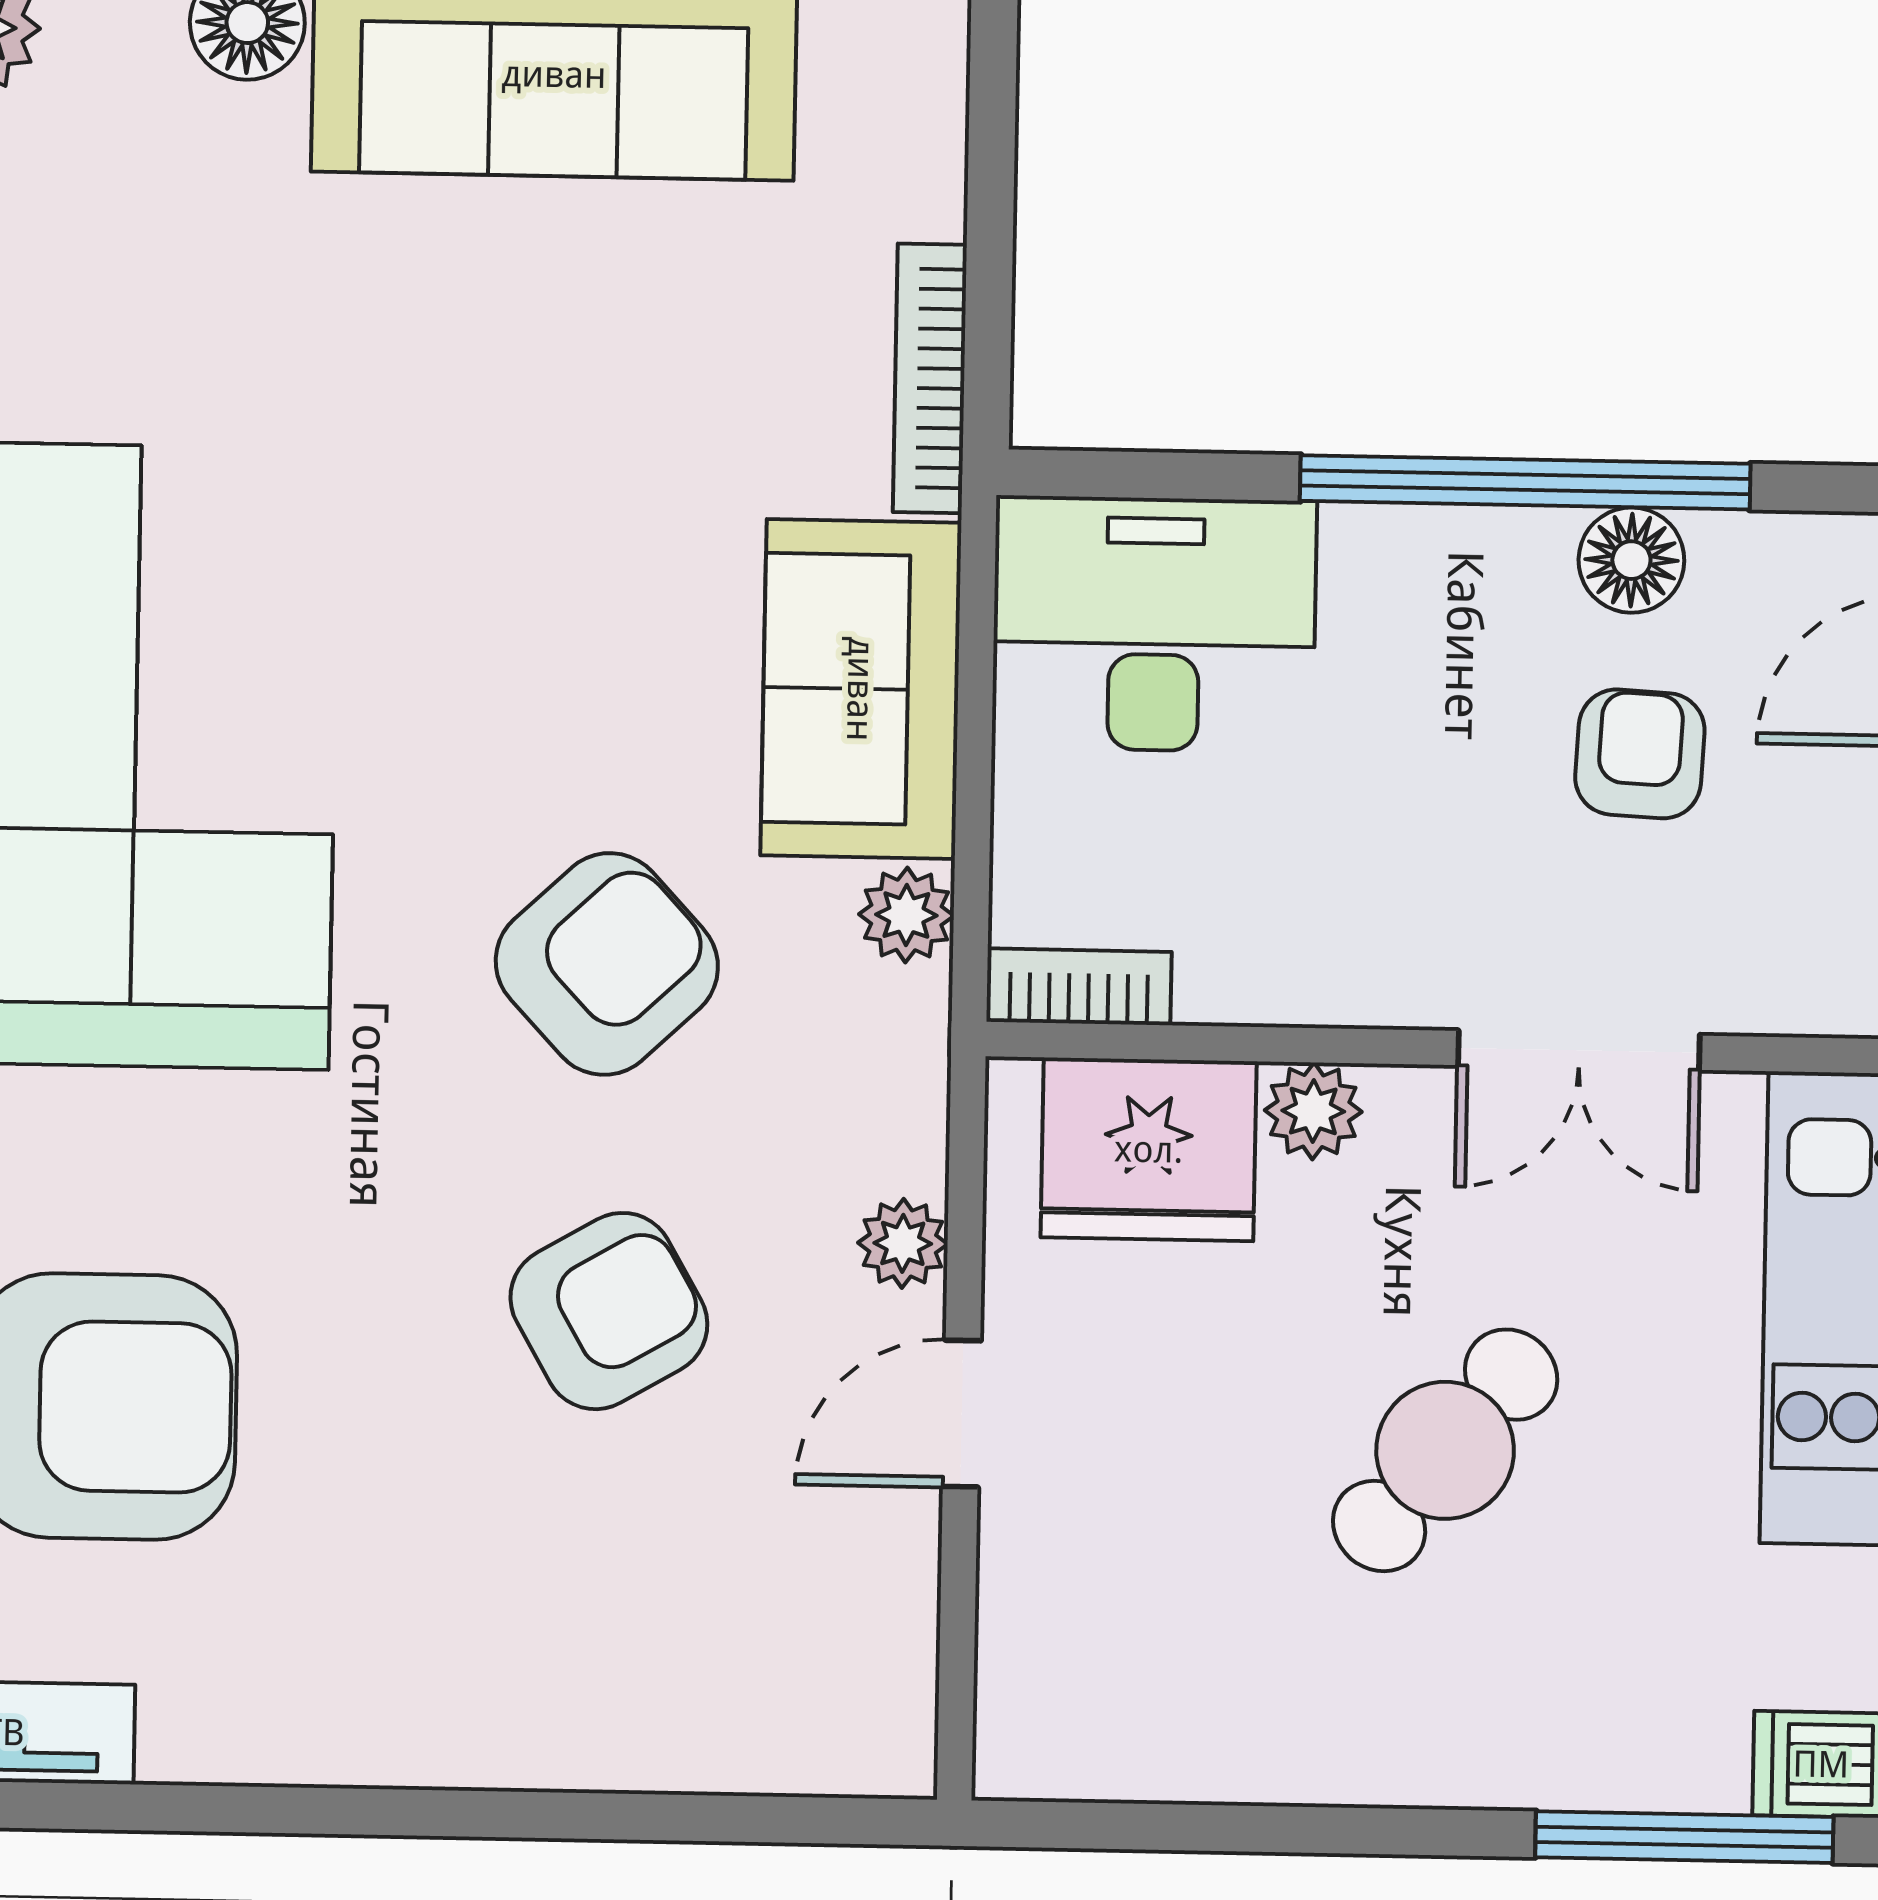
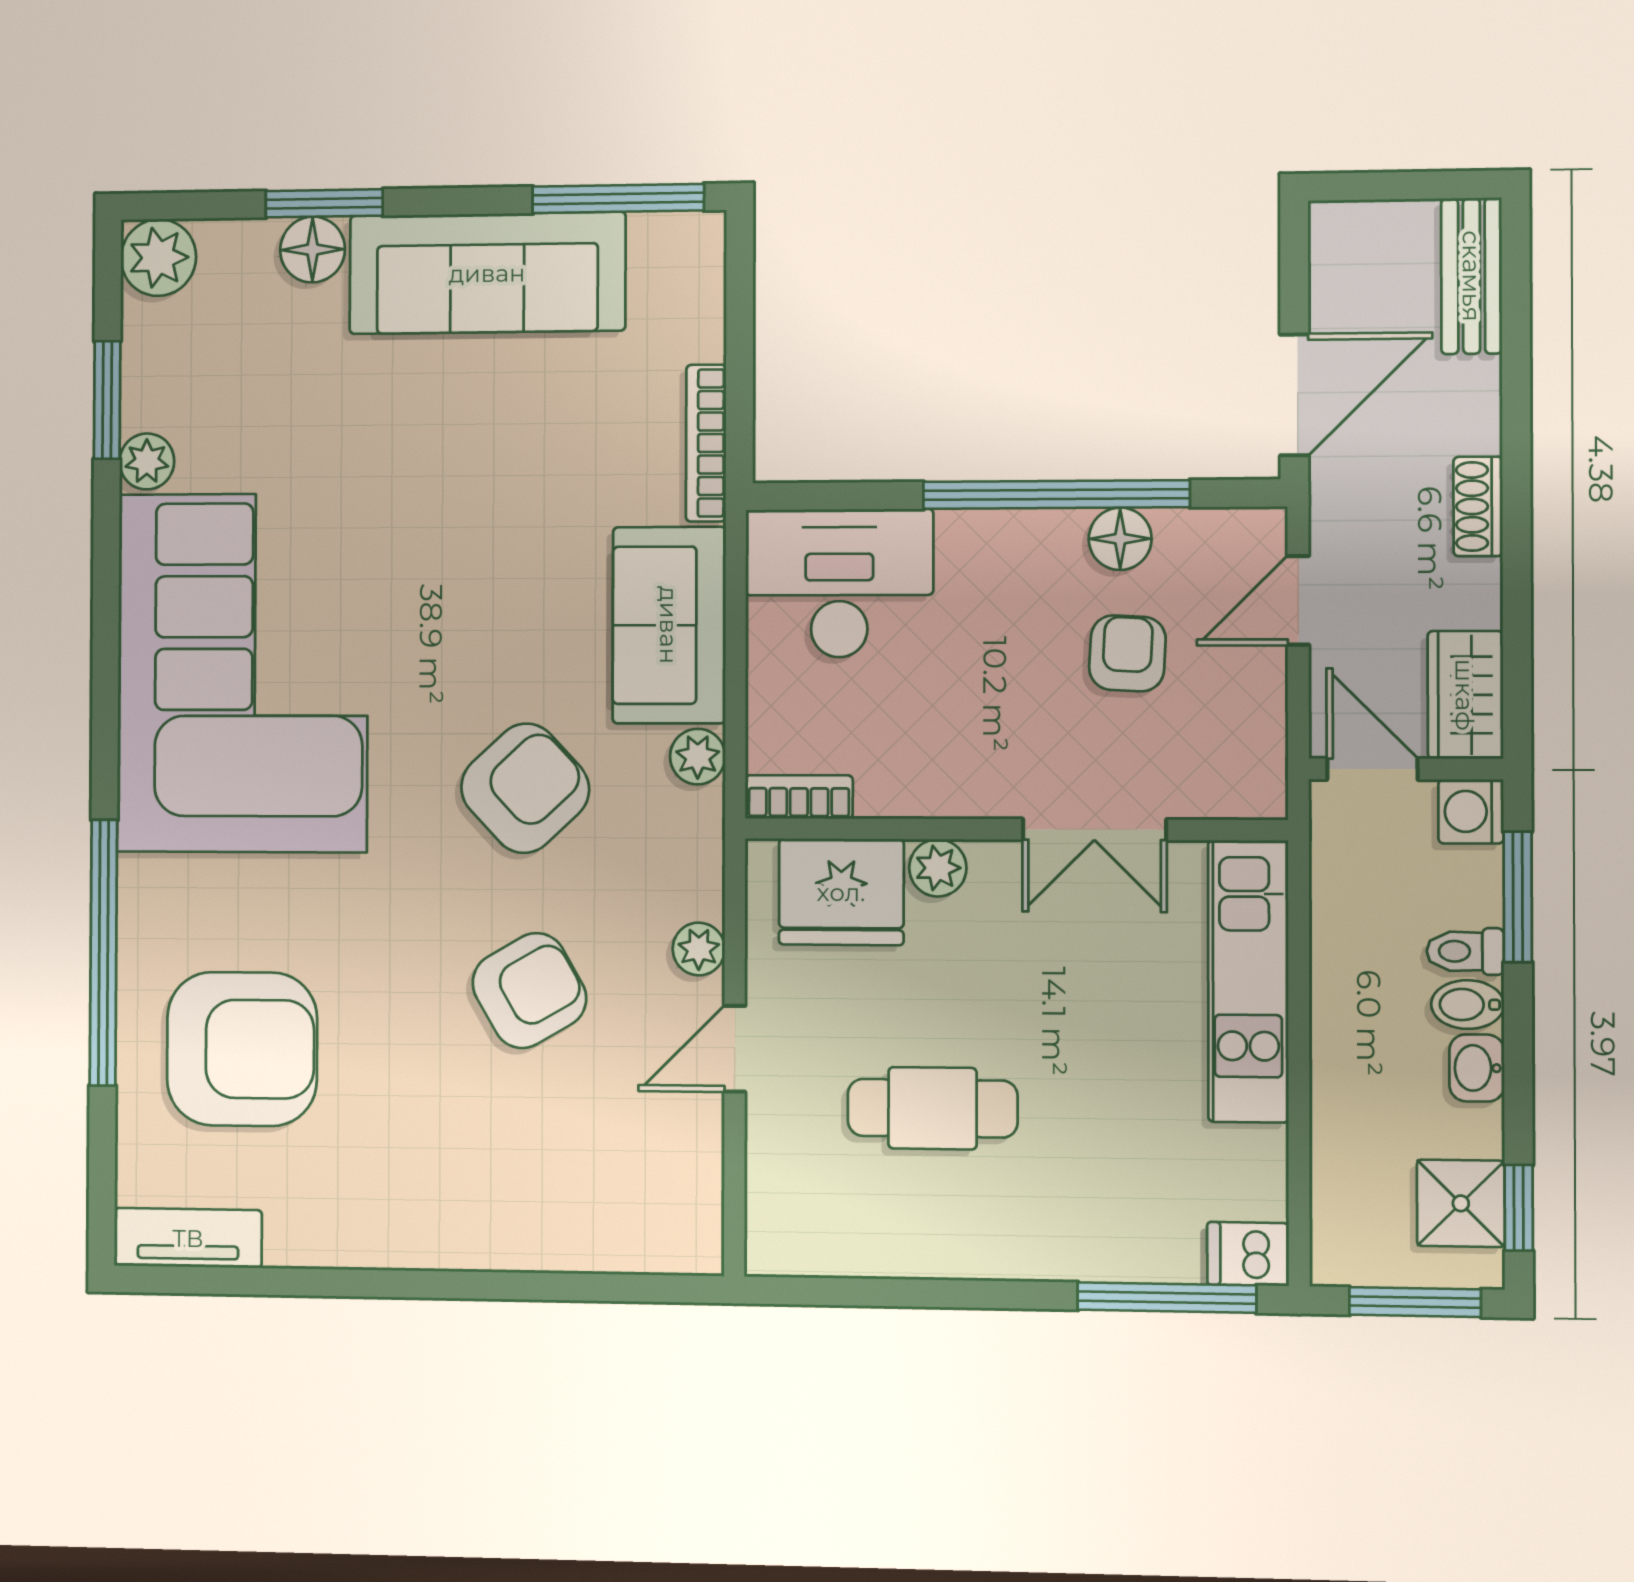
cafe table: (1445, 1450) -> (933, 1108), moved, turned 50

